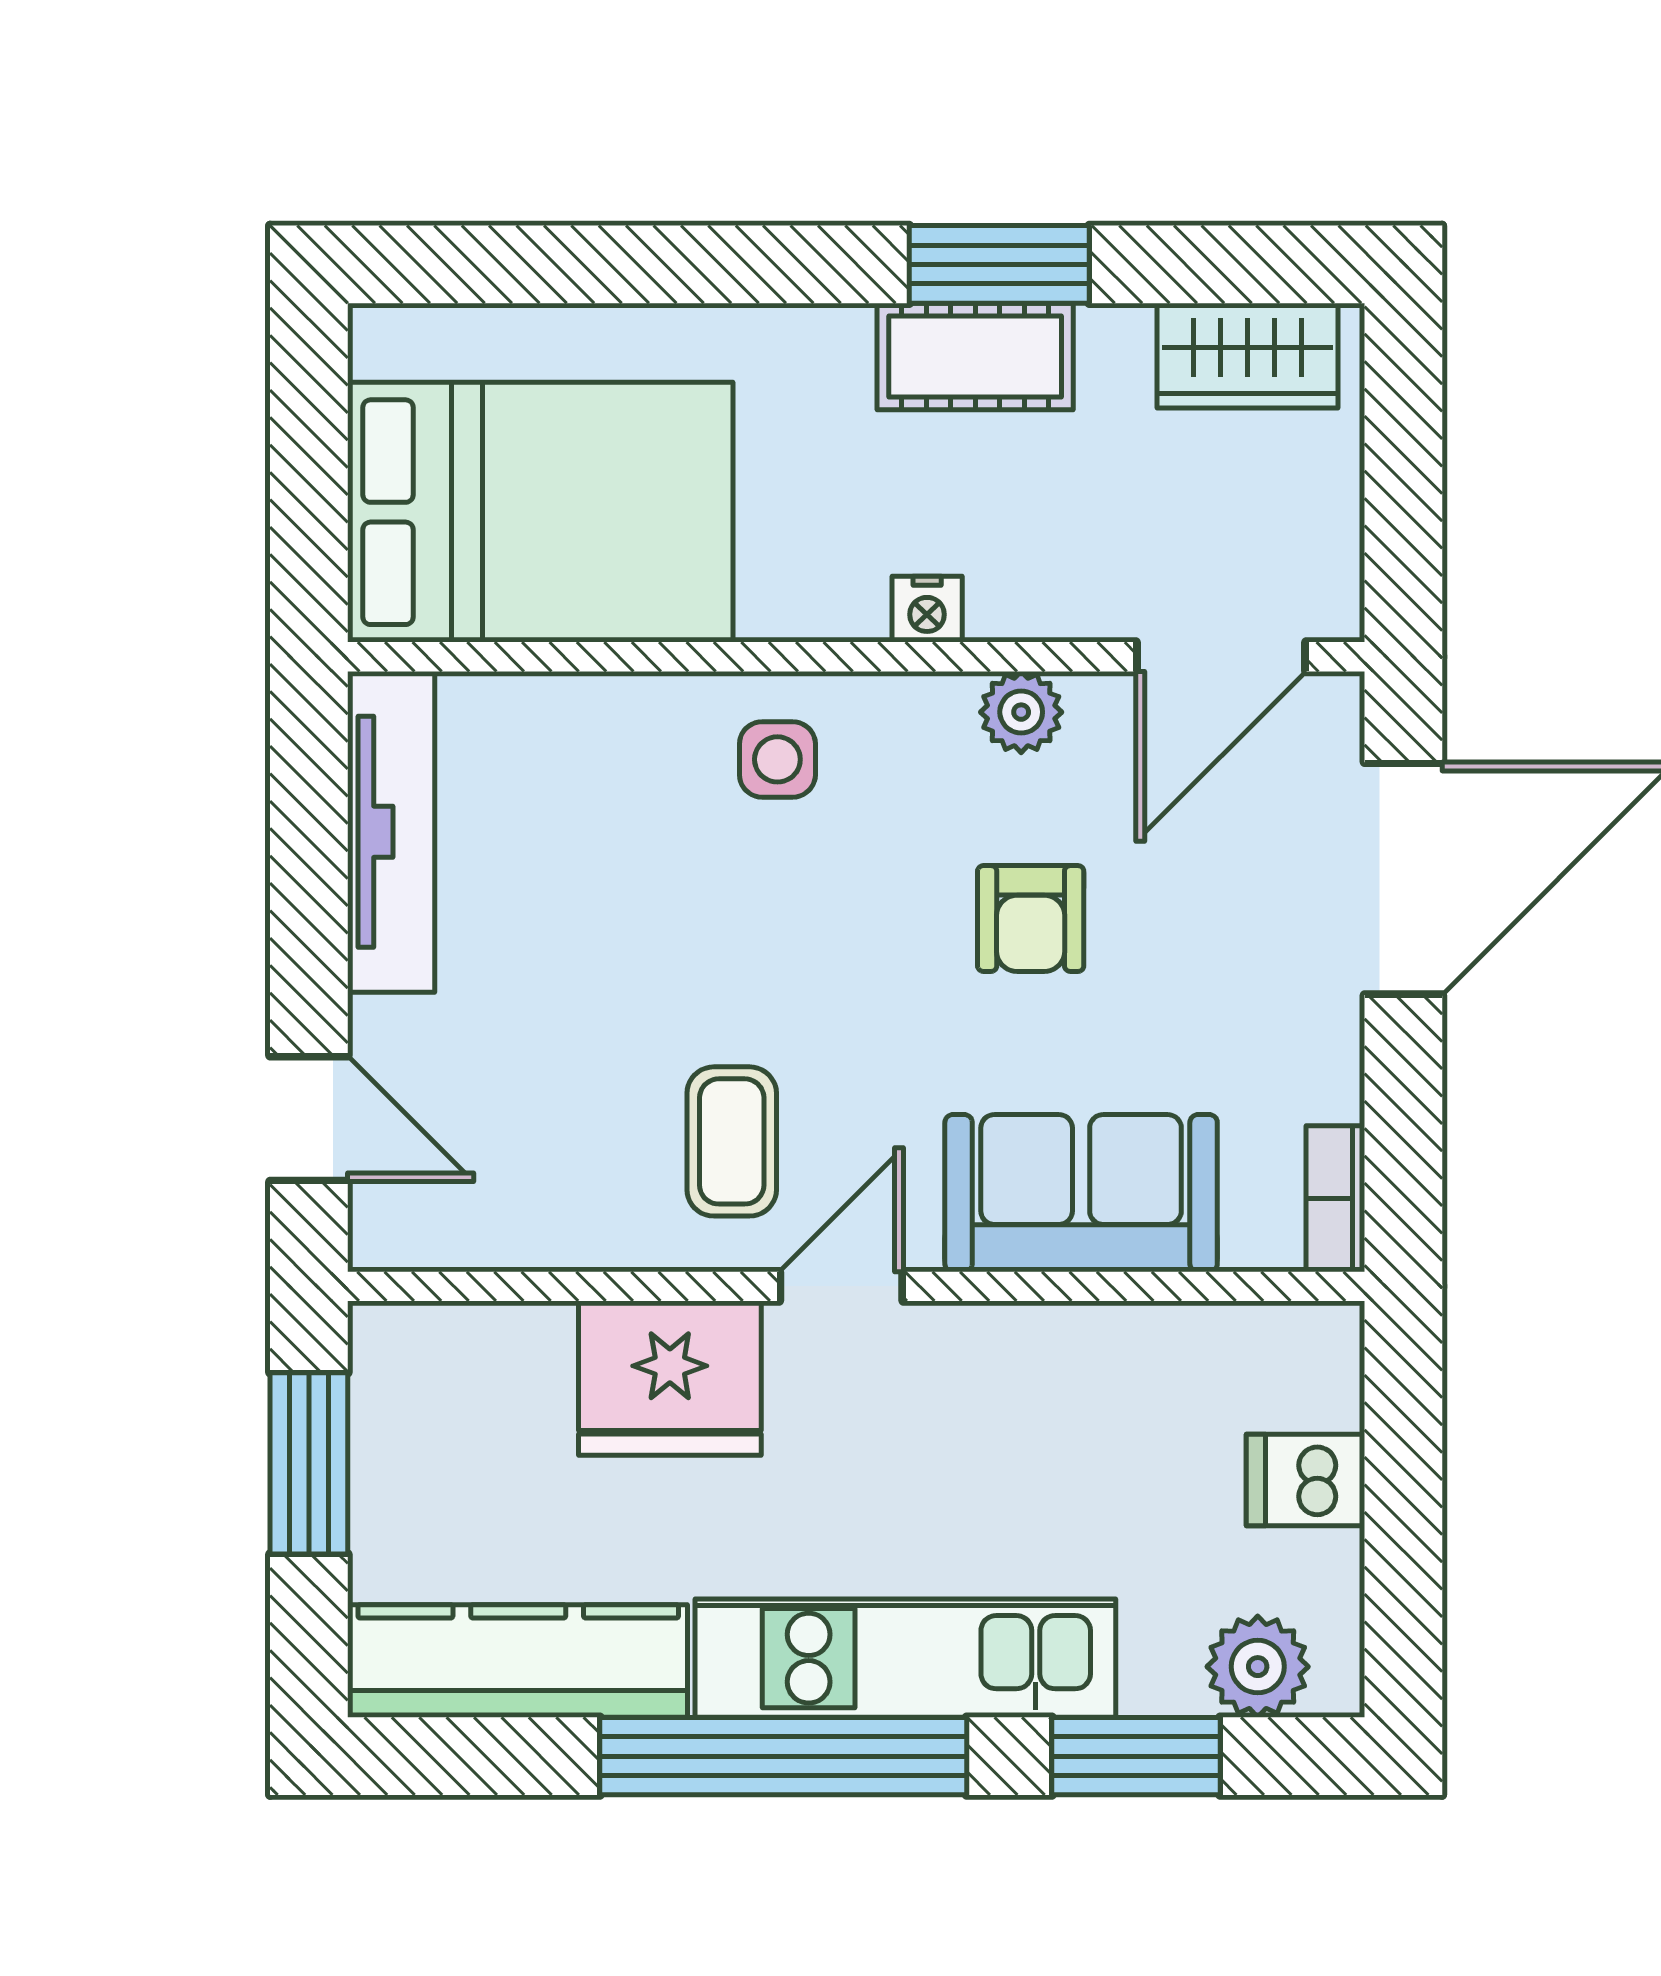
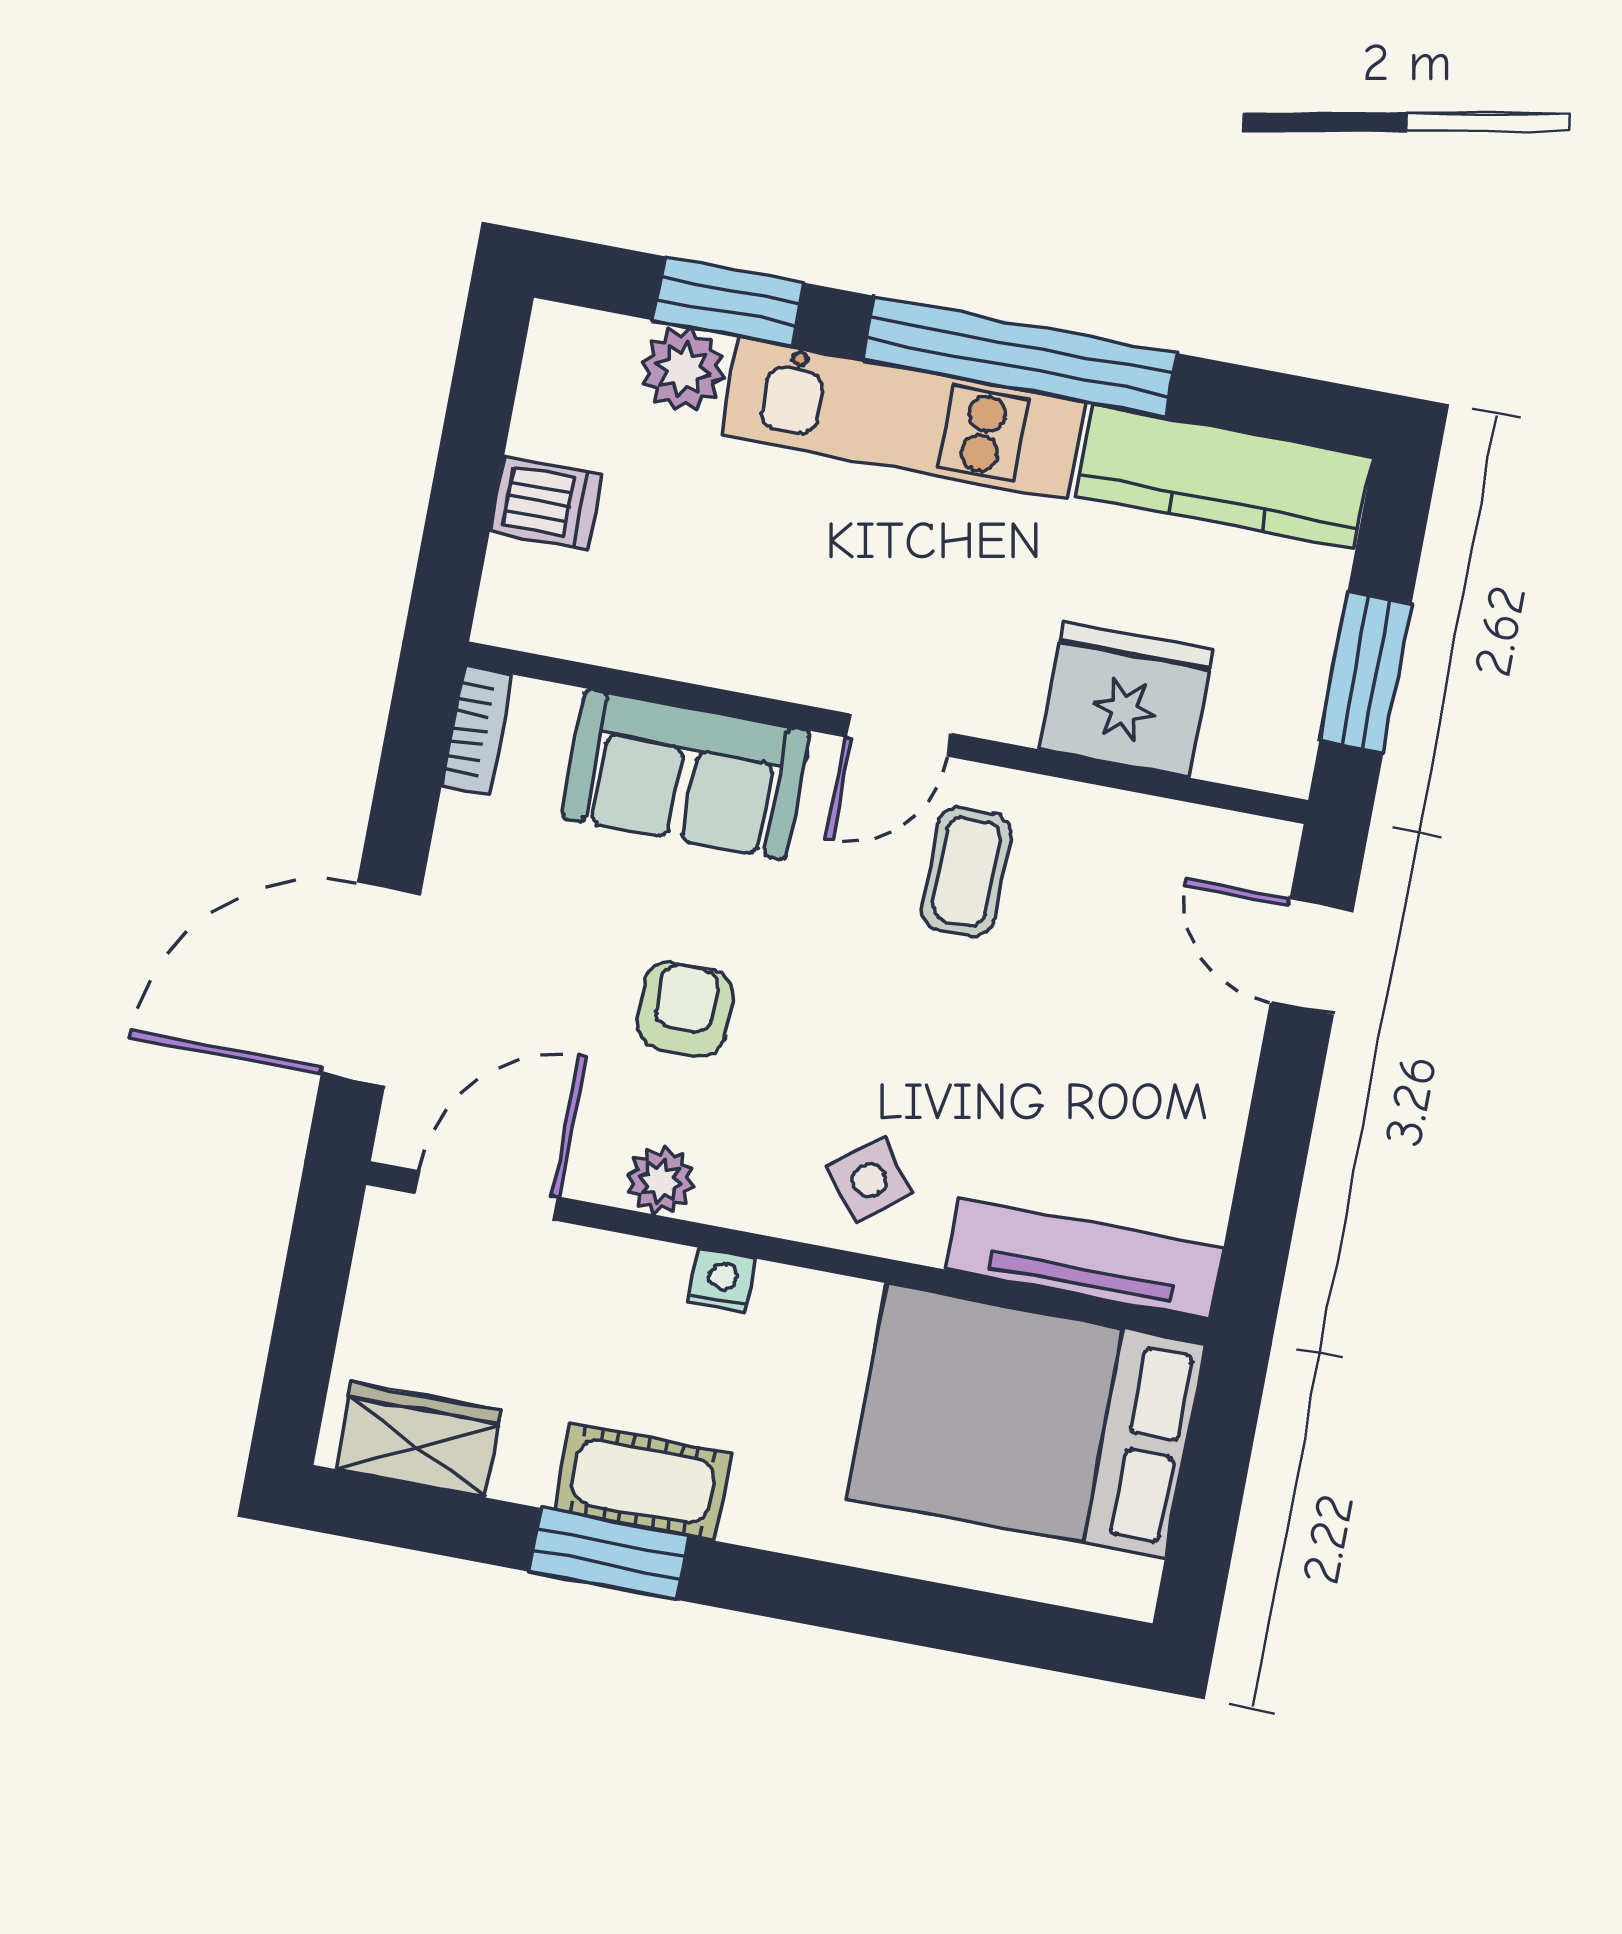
side table: (777, 759) -> (869, 1180), turned -37
tv unit: (391, 832) -> (1084, 1259), moved, turned 90
fridge: (670, 1378) -> (1126, 700), moved
plant: (1258, 1667) -> (683, 369), moved

